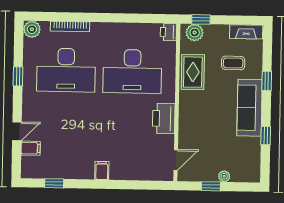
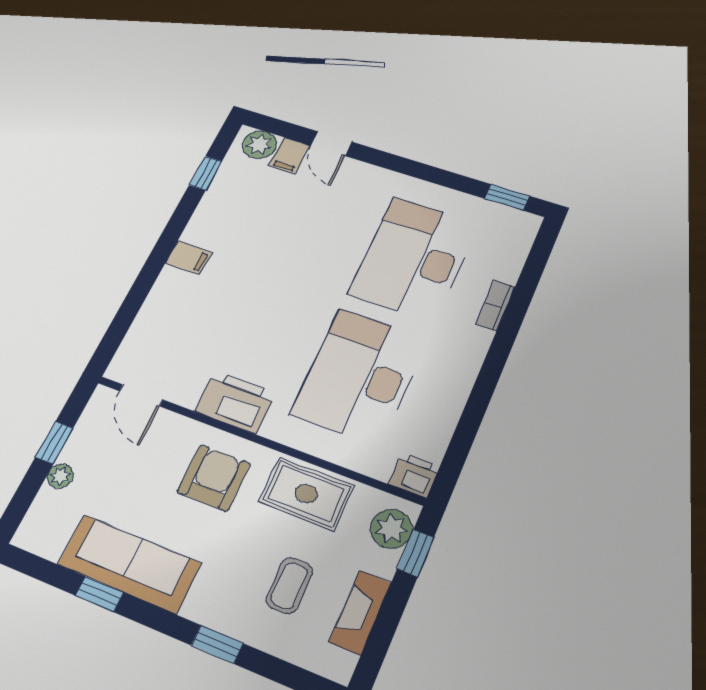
bookcase: (70, 26) -> (495, 306), width x0.64
plant: (32, 29) -> (259, 145), moved
fireplace: (246, 32) -> (360, 612), moved
window: (18, 76) -> (507, 197), moved
sofa: (250, 108) -> (129, 564), moved
armchair: (200, 112) -> (214, 478), added

